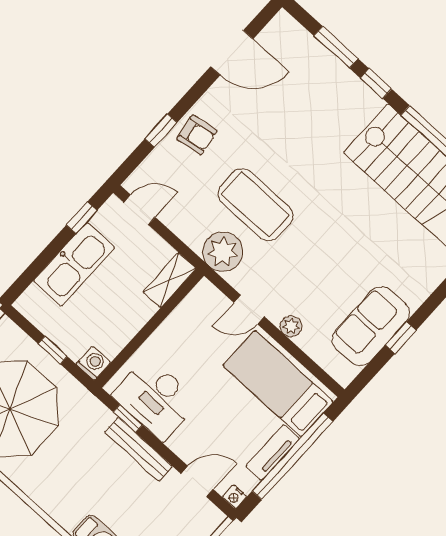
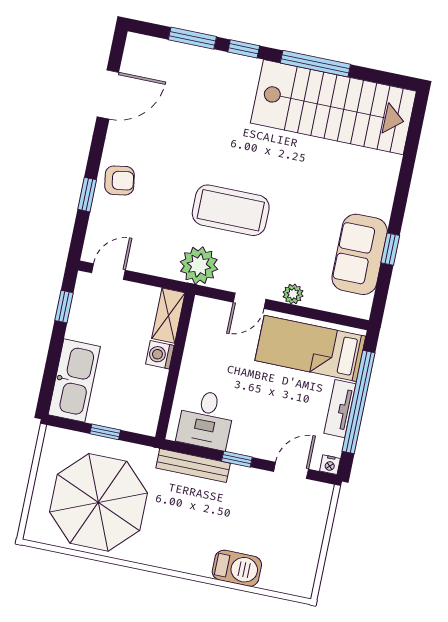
coffee table: (255, 205) -> (231, 210), moved
kitchen sink: (74, 264) -> (74, 381), moved
washing machine: (93, 363) -> (160, 355), moved, turned -90
desk: (155, 398) -> (206, 420), width x0.73
window: (128, 419) -> (237, 459), moved
bench: (139, 449) -> (193, 466), moved

